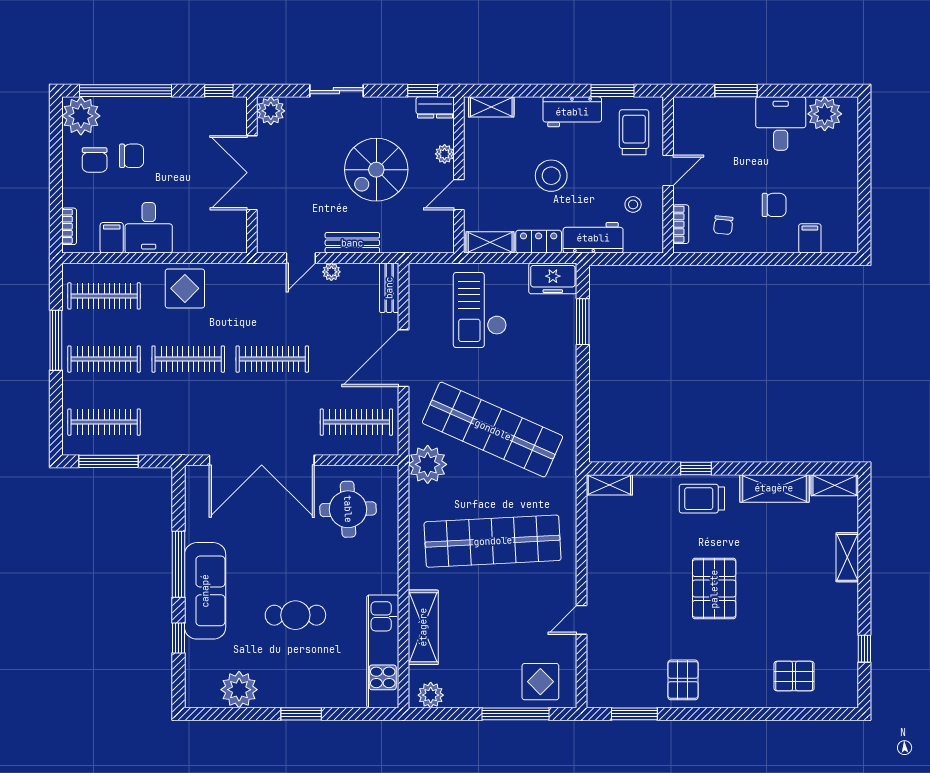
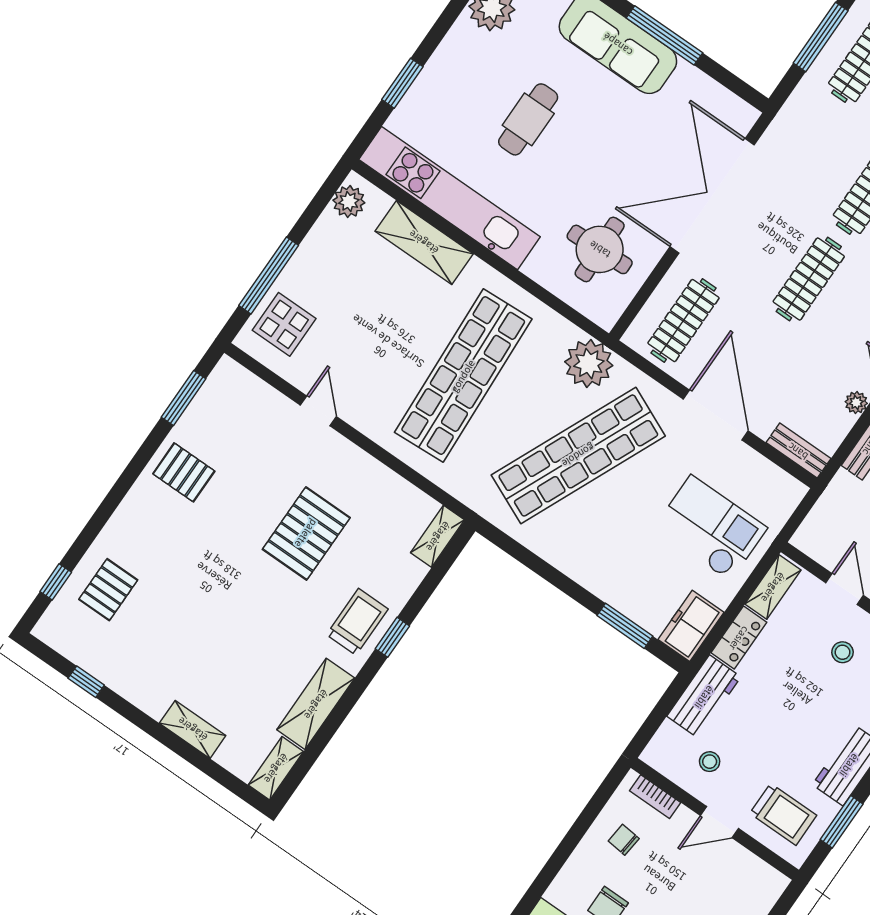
door: (668, 171) -> (719, 822), hinge flipped
stool: (551, 176) -> (843, 652), moved, width x0.53, depth x0.53
pallet: (714, 589) -> (306, 533), moved, turned 90
kitchen unit: (383, 651) -> (449, 198), width x1.36
window: (301, 714) -> (402, 83), moved
window: (813, 714) -> (56, 582), added

